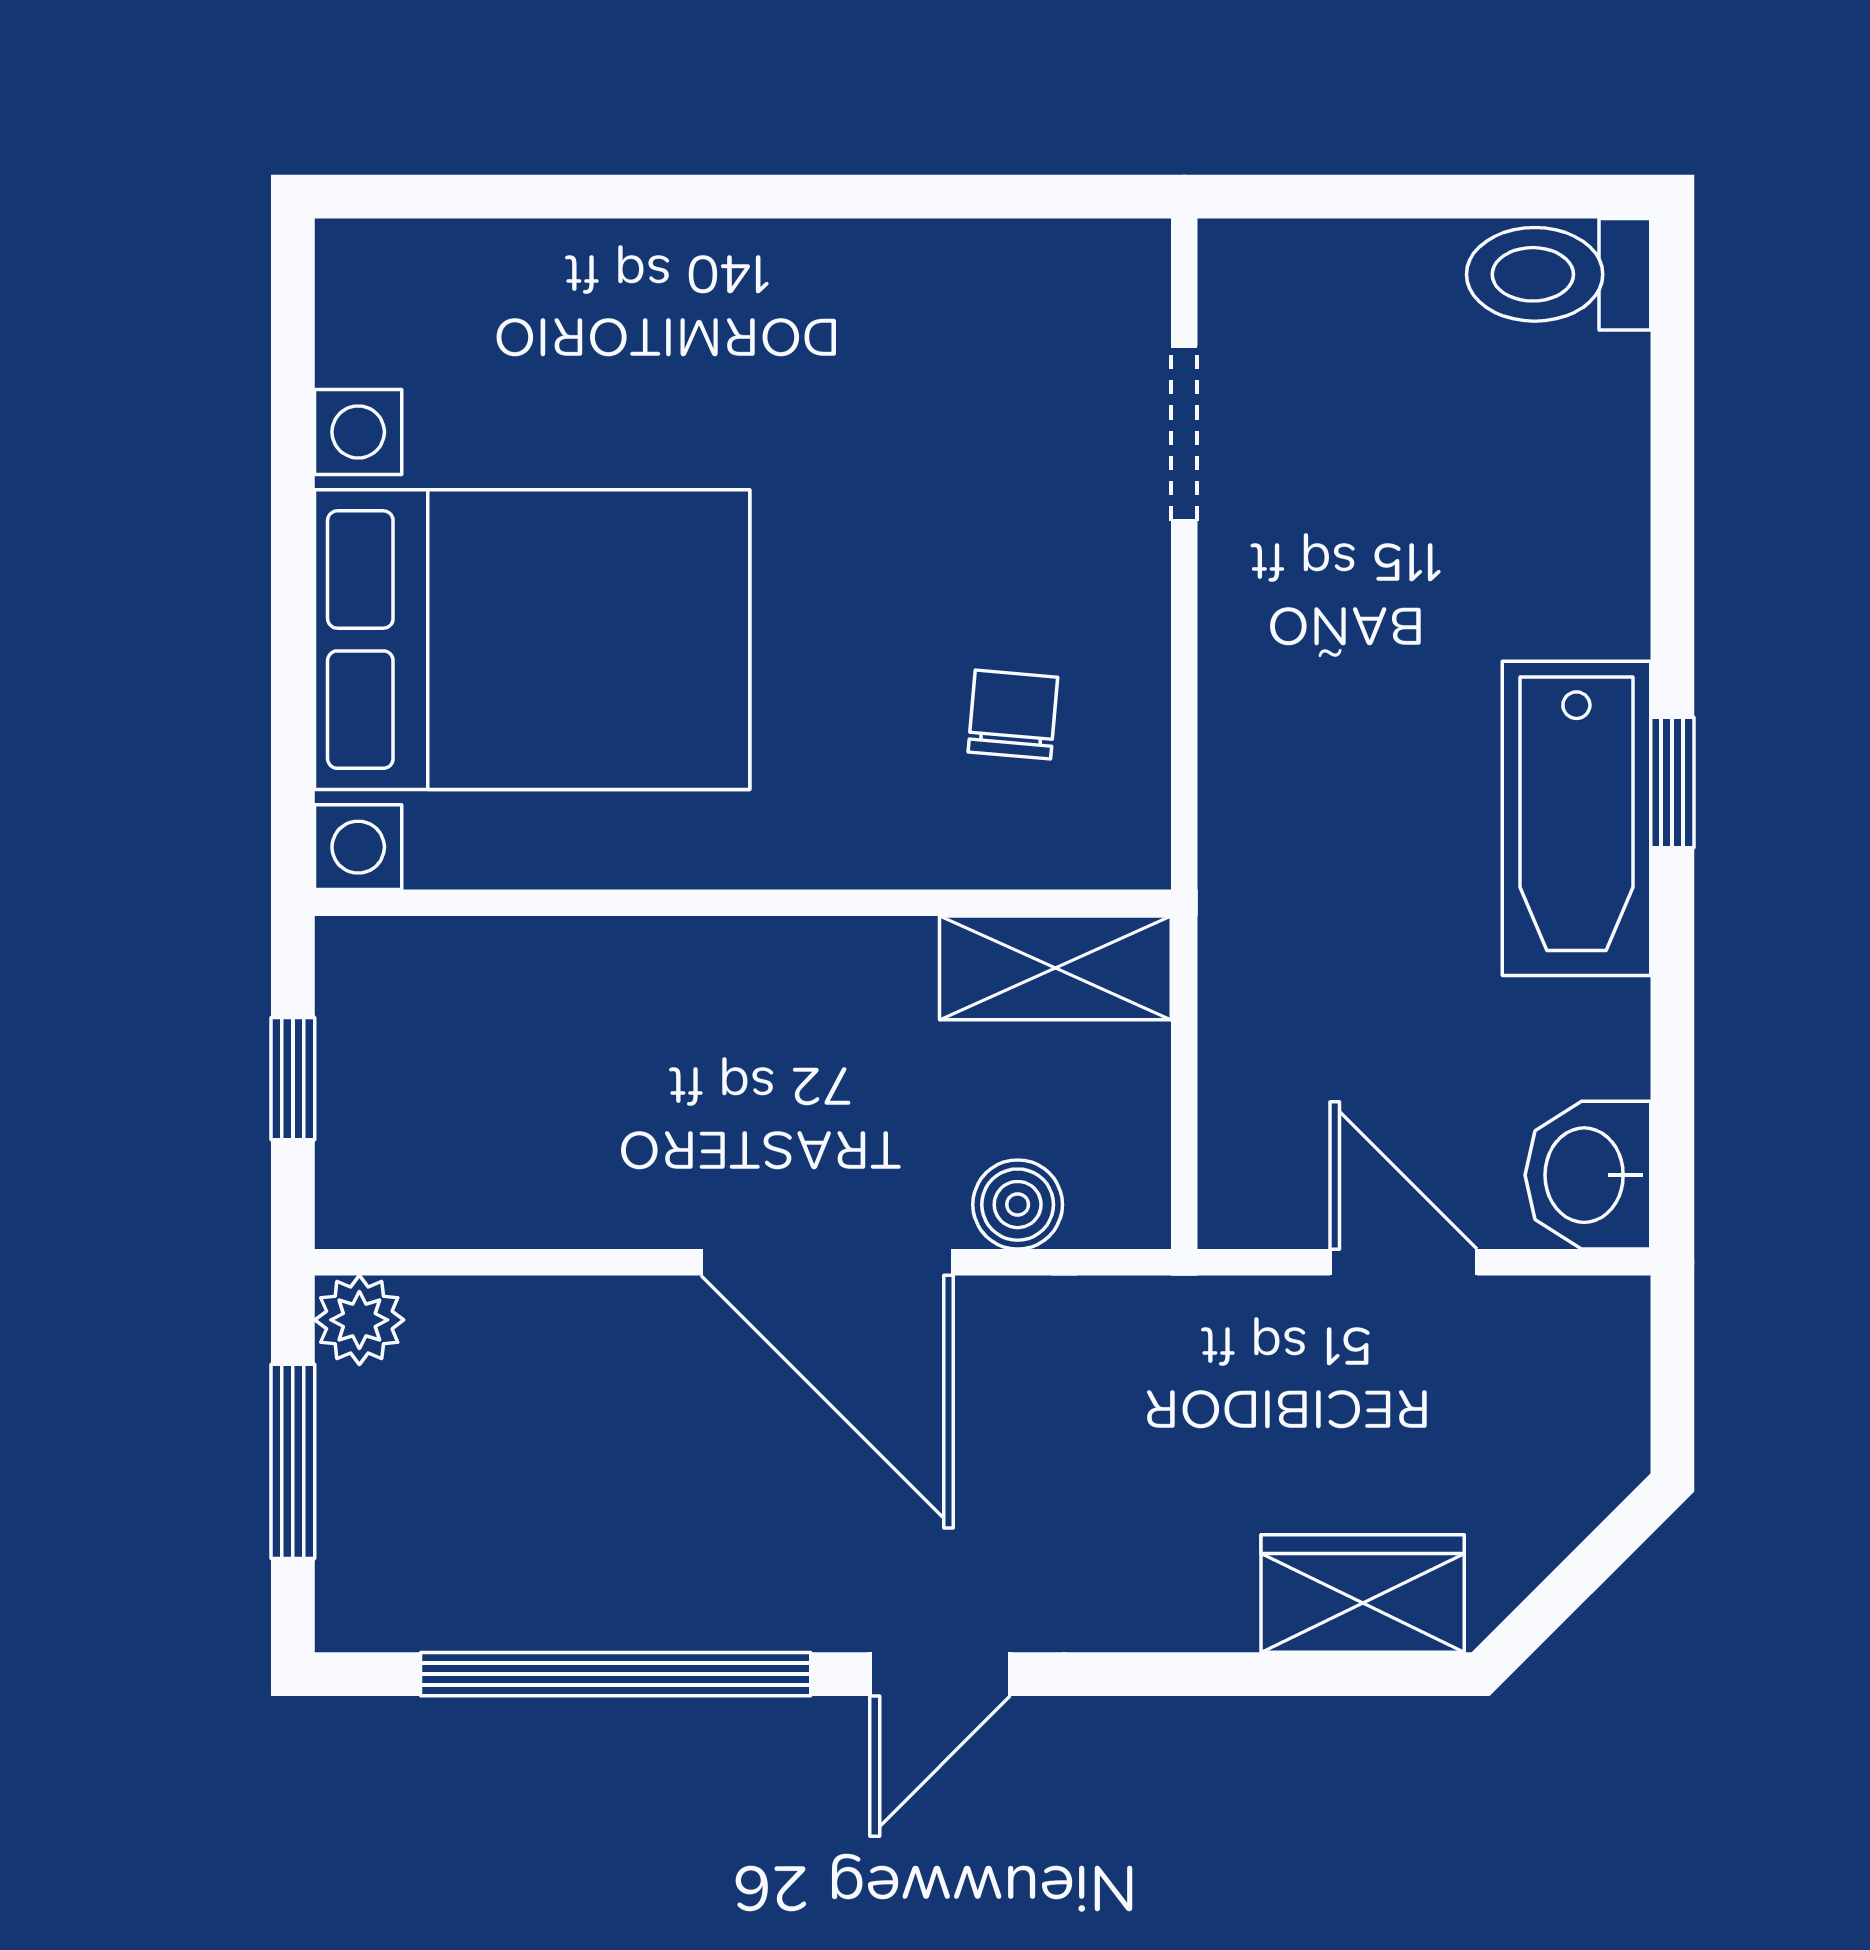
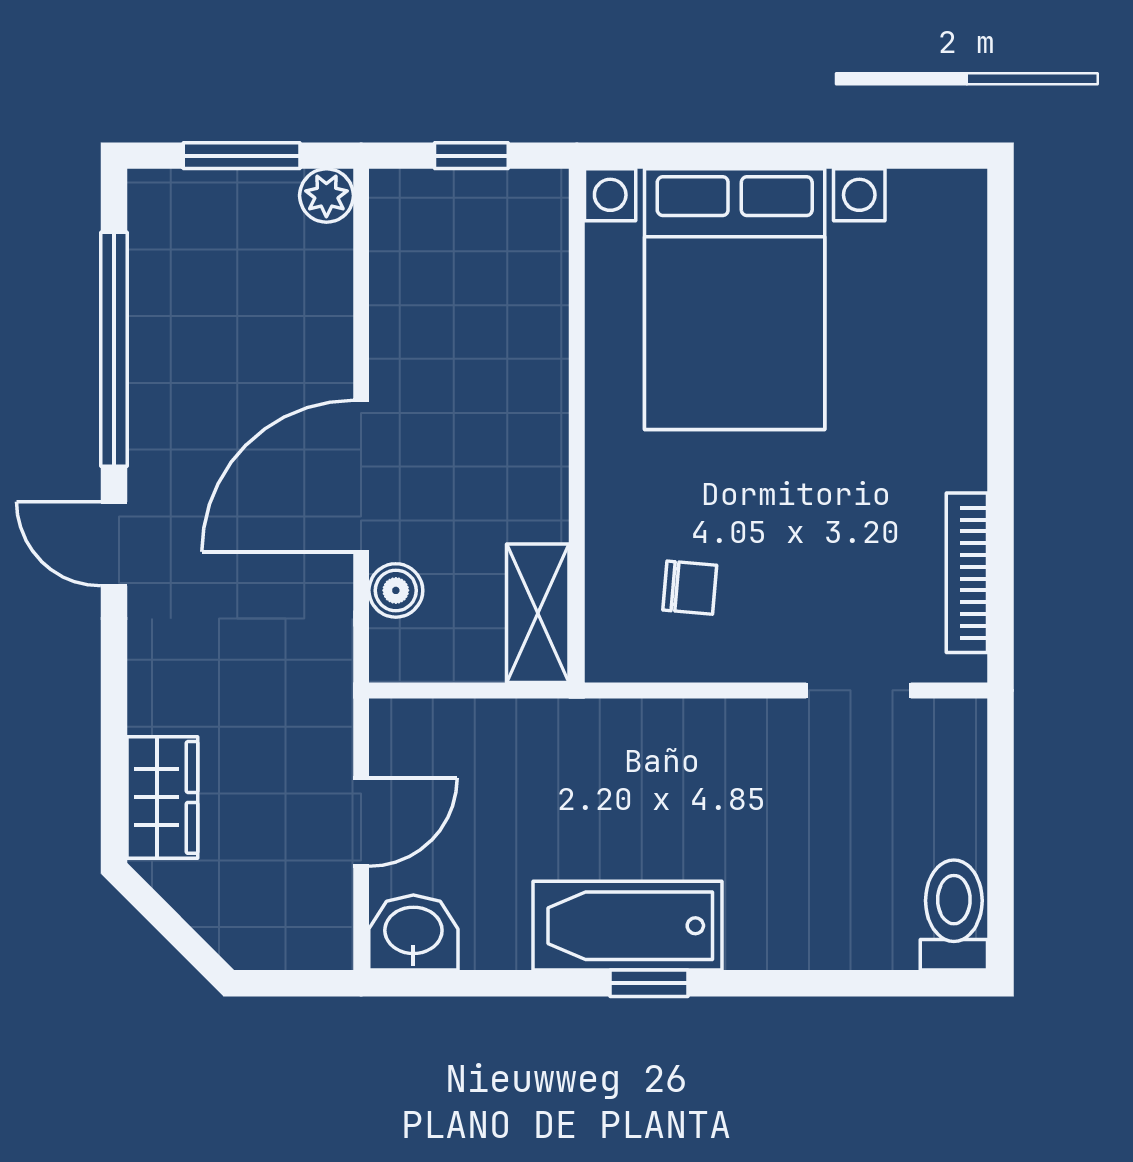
bookcase: (988, 253) -> (967, 573), added

